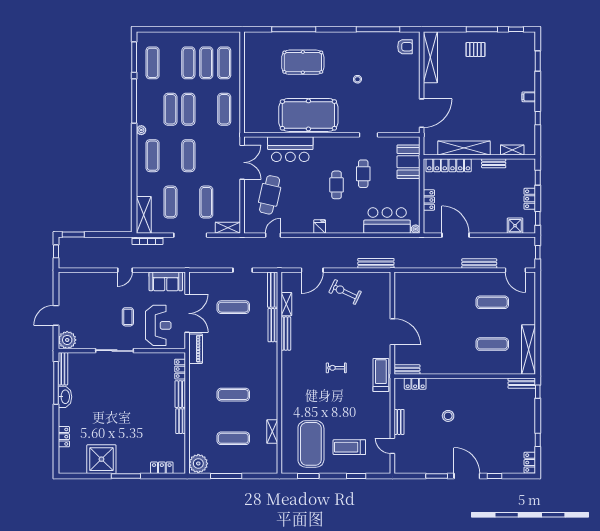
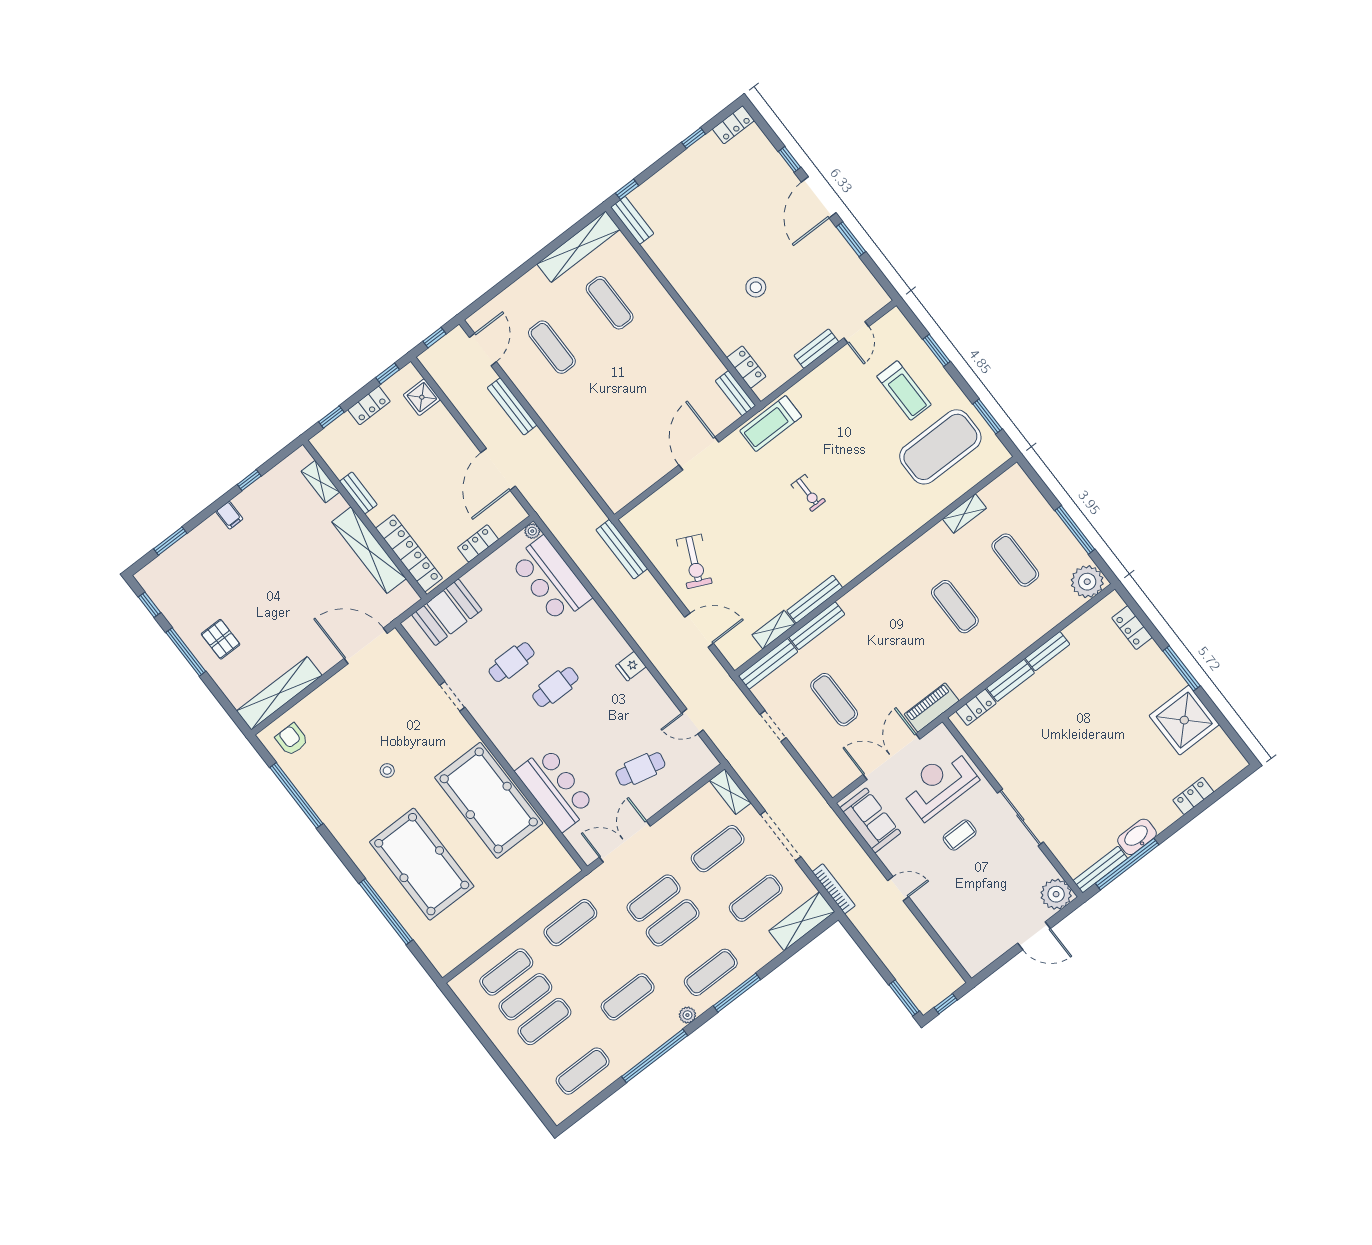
window: (134, 57) -> (737, 993), moved
pool table: (303, 62) -> (422, 864), width x1.36, depth x1.32
exercise mat: (188, 109) -> (654, 898), moved
cafe table: (270, 195) -> (640, 769), width x0.73, depth x0.74

